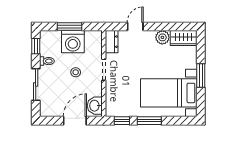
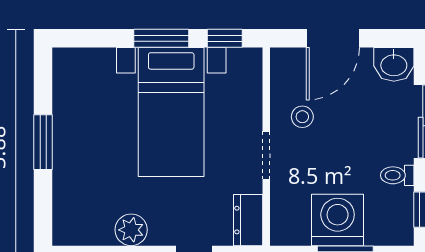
wardrobe: (184, 38) -> (82, 228), removed
stool: (76, 72) -> (302, 117), moved
bed with nightstands: (169, 93) -> (171, 112), moved, turned 90
washbasin: (95, 106) -> (394, 64), moved, turned 90

